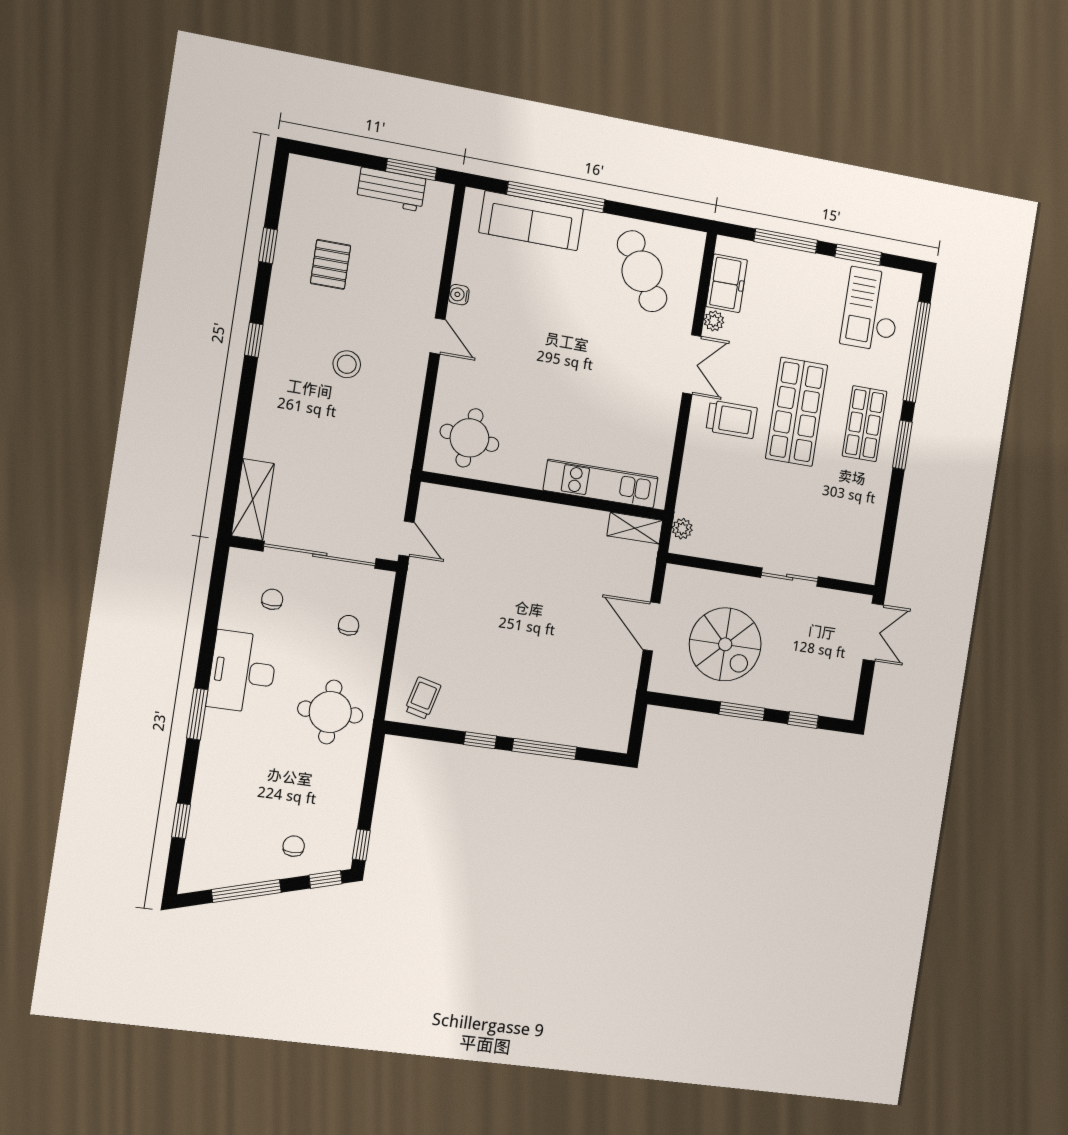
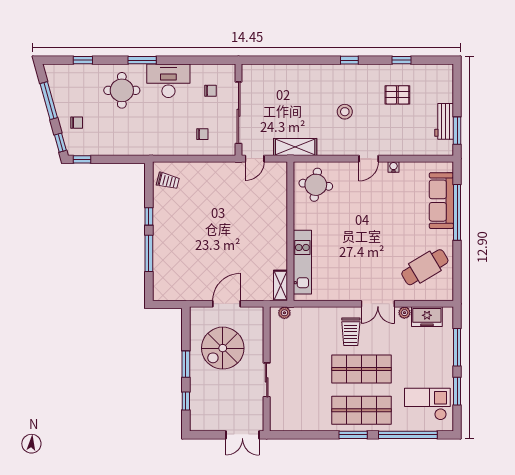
shop shelf: (865, 424) -> (361, 410), width x1.43, depth x1.36
shelving: (253, 500) -> (295, 147), moved
round table: (330, 712) -> (122, 90), moved

